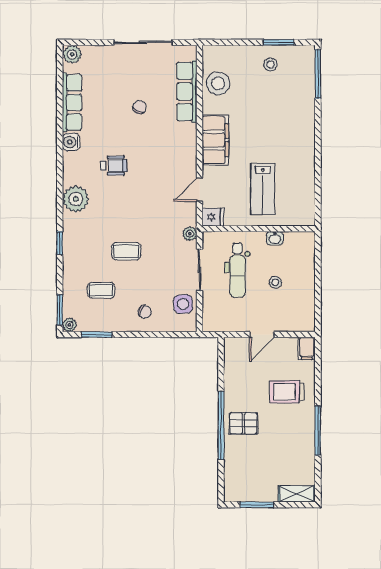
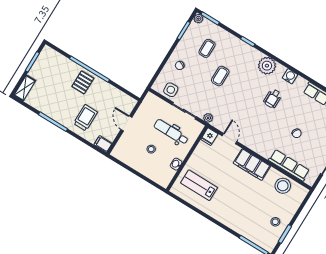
water cooler: (71, 142) -> (290, 76), moved
lab bench: (263, 189) -> (199, 185), moved

